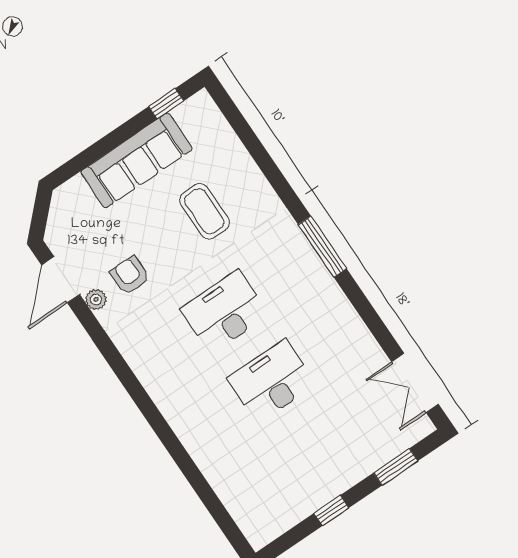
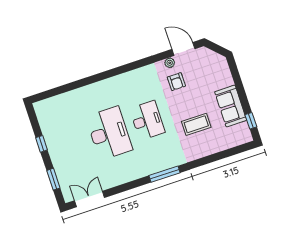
sofa: (137, 160) -> (231, 106), width x0.73
armchair: (130, 275) -> (176, 82), turned 90
desk: (272, 381) -> (109, 133), width x1.36, depth x1.30

